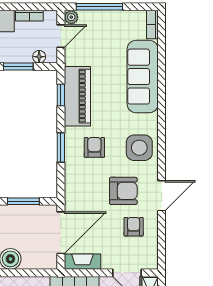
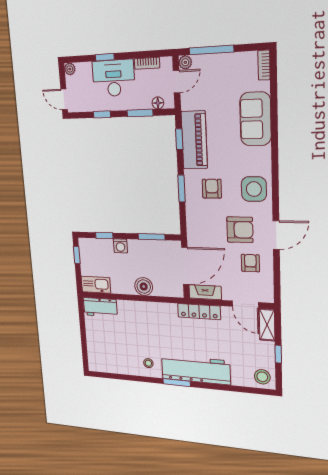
sofa: (143, 77) -> (255, 119), width x0.73

